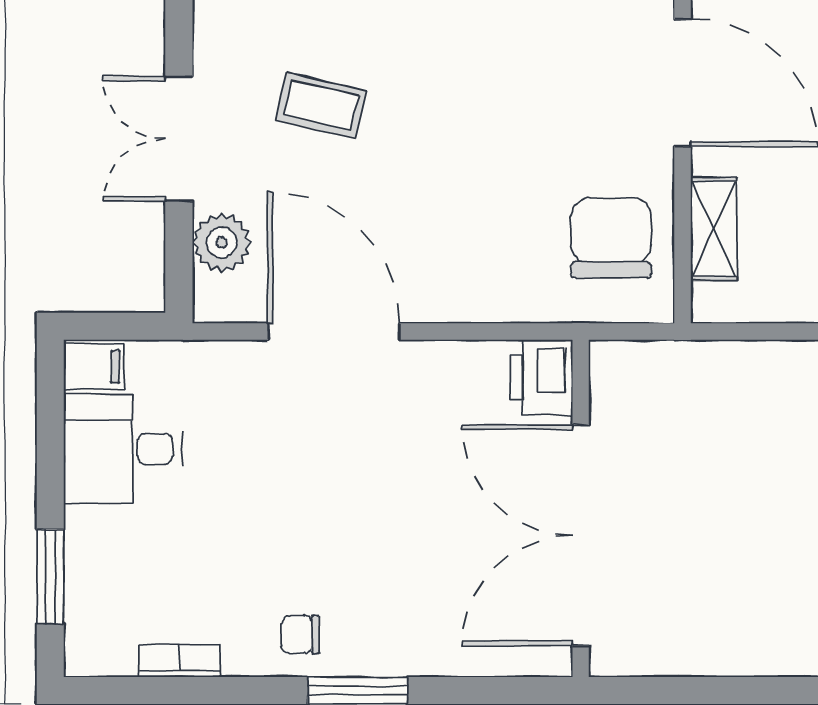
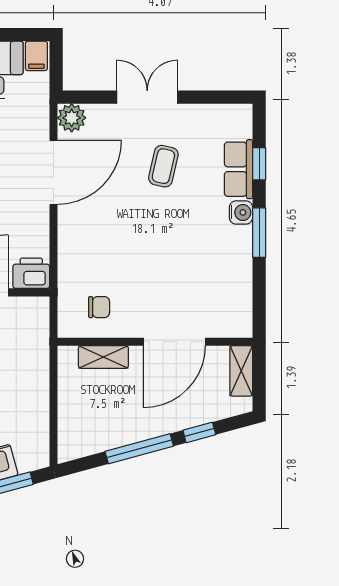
chair: (611, 238) -> (99, 307), width x0.54, depth x0.54
plant: (221, 242) -> (72, 118), moved

